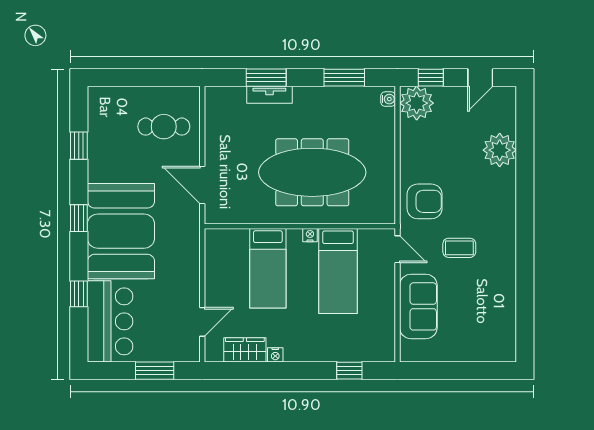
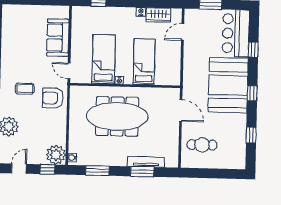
tv unit: (269, 95) -> (146, 162), width x1.41
coffee table: (459, 248) -> (25, 89), moved

